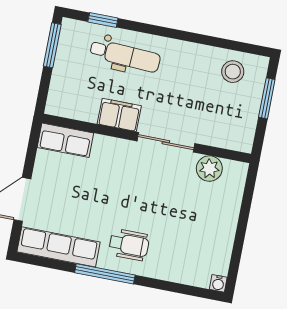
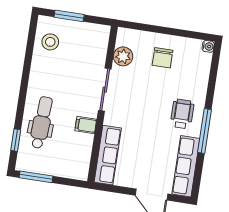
filing cabinet: (119, 115) -> (86, 125), width x0.50
row of seats: (65, 140) -> (108, 155), width x1.48
chair: (205, 221) -> (163, 58), added

